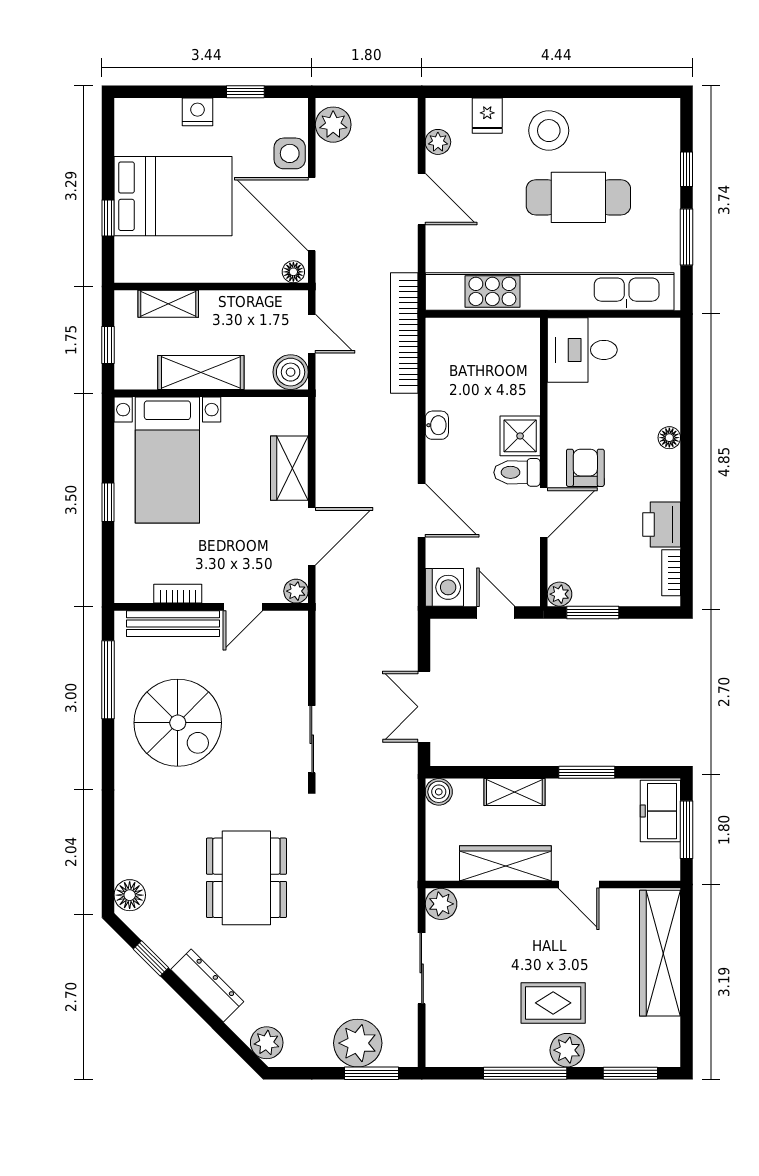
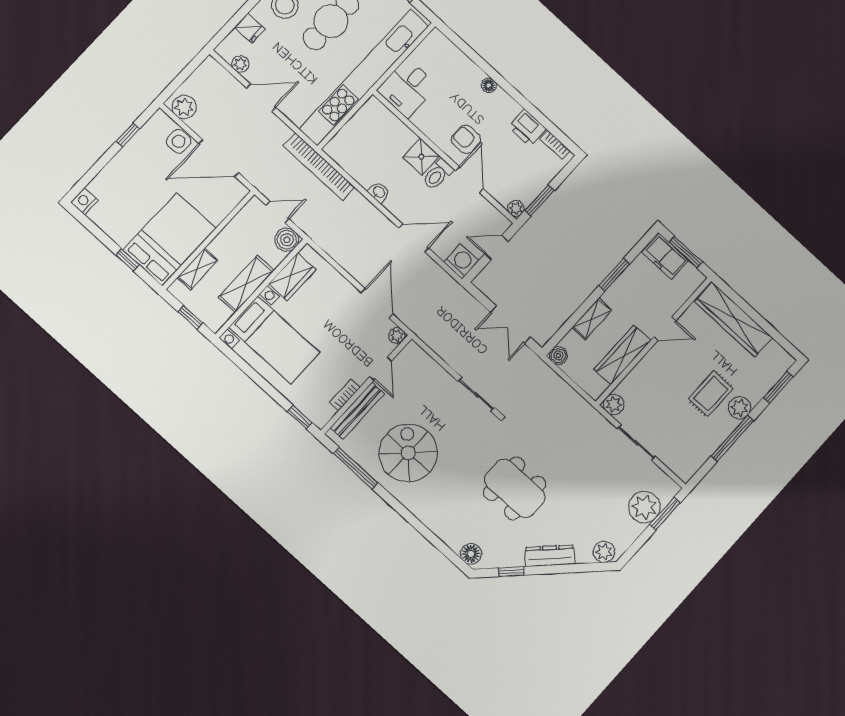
nightstand: (198, 112) -> (84, 201), moved
bed: (173, 196) -> (170, 239), moved
floor lamp: (293, 272) -> (239, 193), removed
wardrobe: (289, 468) -> (292, 277), moved, turned -90
window: (108, 502) -> (300, 417), moved
spiral stairs: (178, 723) -> (408, 453), turned -90

